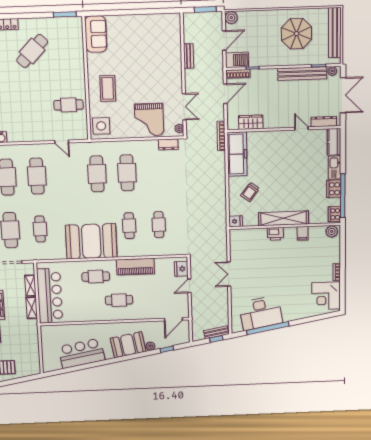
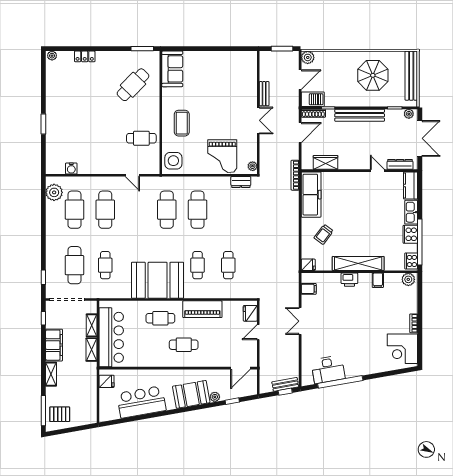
cafe table: (32, 51) -> (133, 85), moved
bench: (302, 74) -> (360, 115), moved
double door: (184, 107) -> (258, 120), moved
filing cabinet: (237, 244) -> (309, 289), added
desk: (261, 313) -> (328, 369), width x0.73, depth x0.77
fridge: (48, 336) -> (107, 381), added

